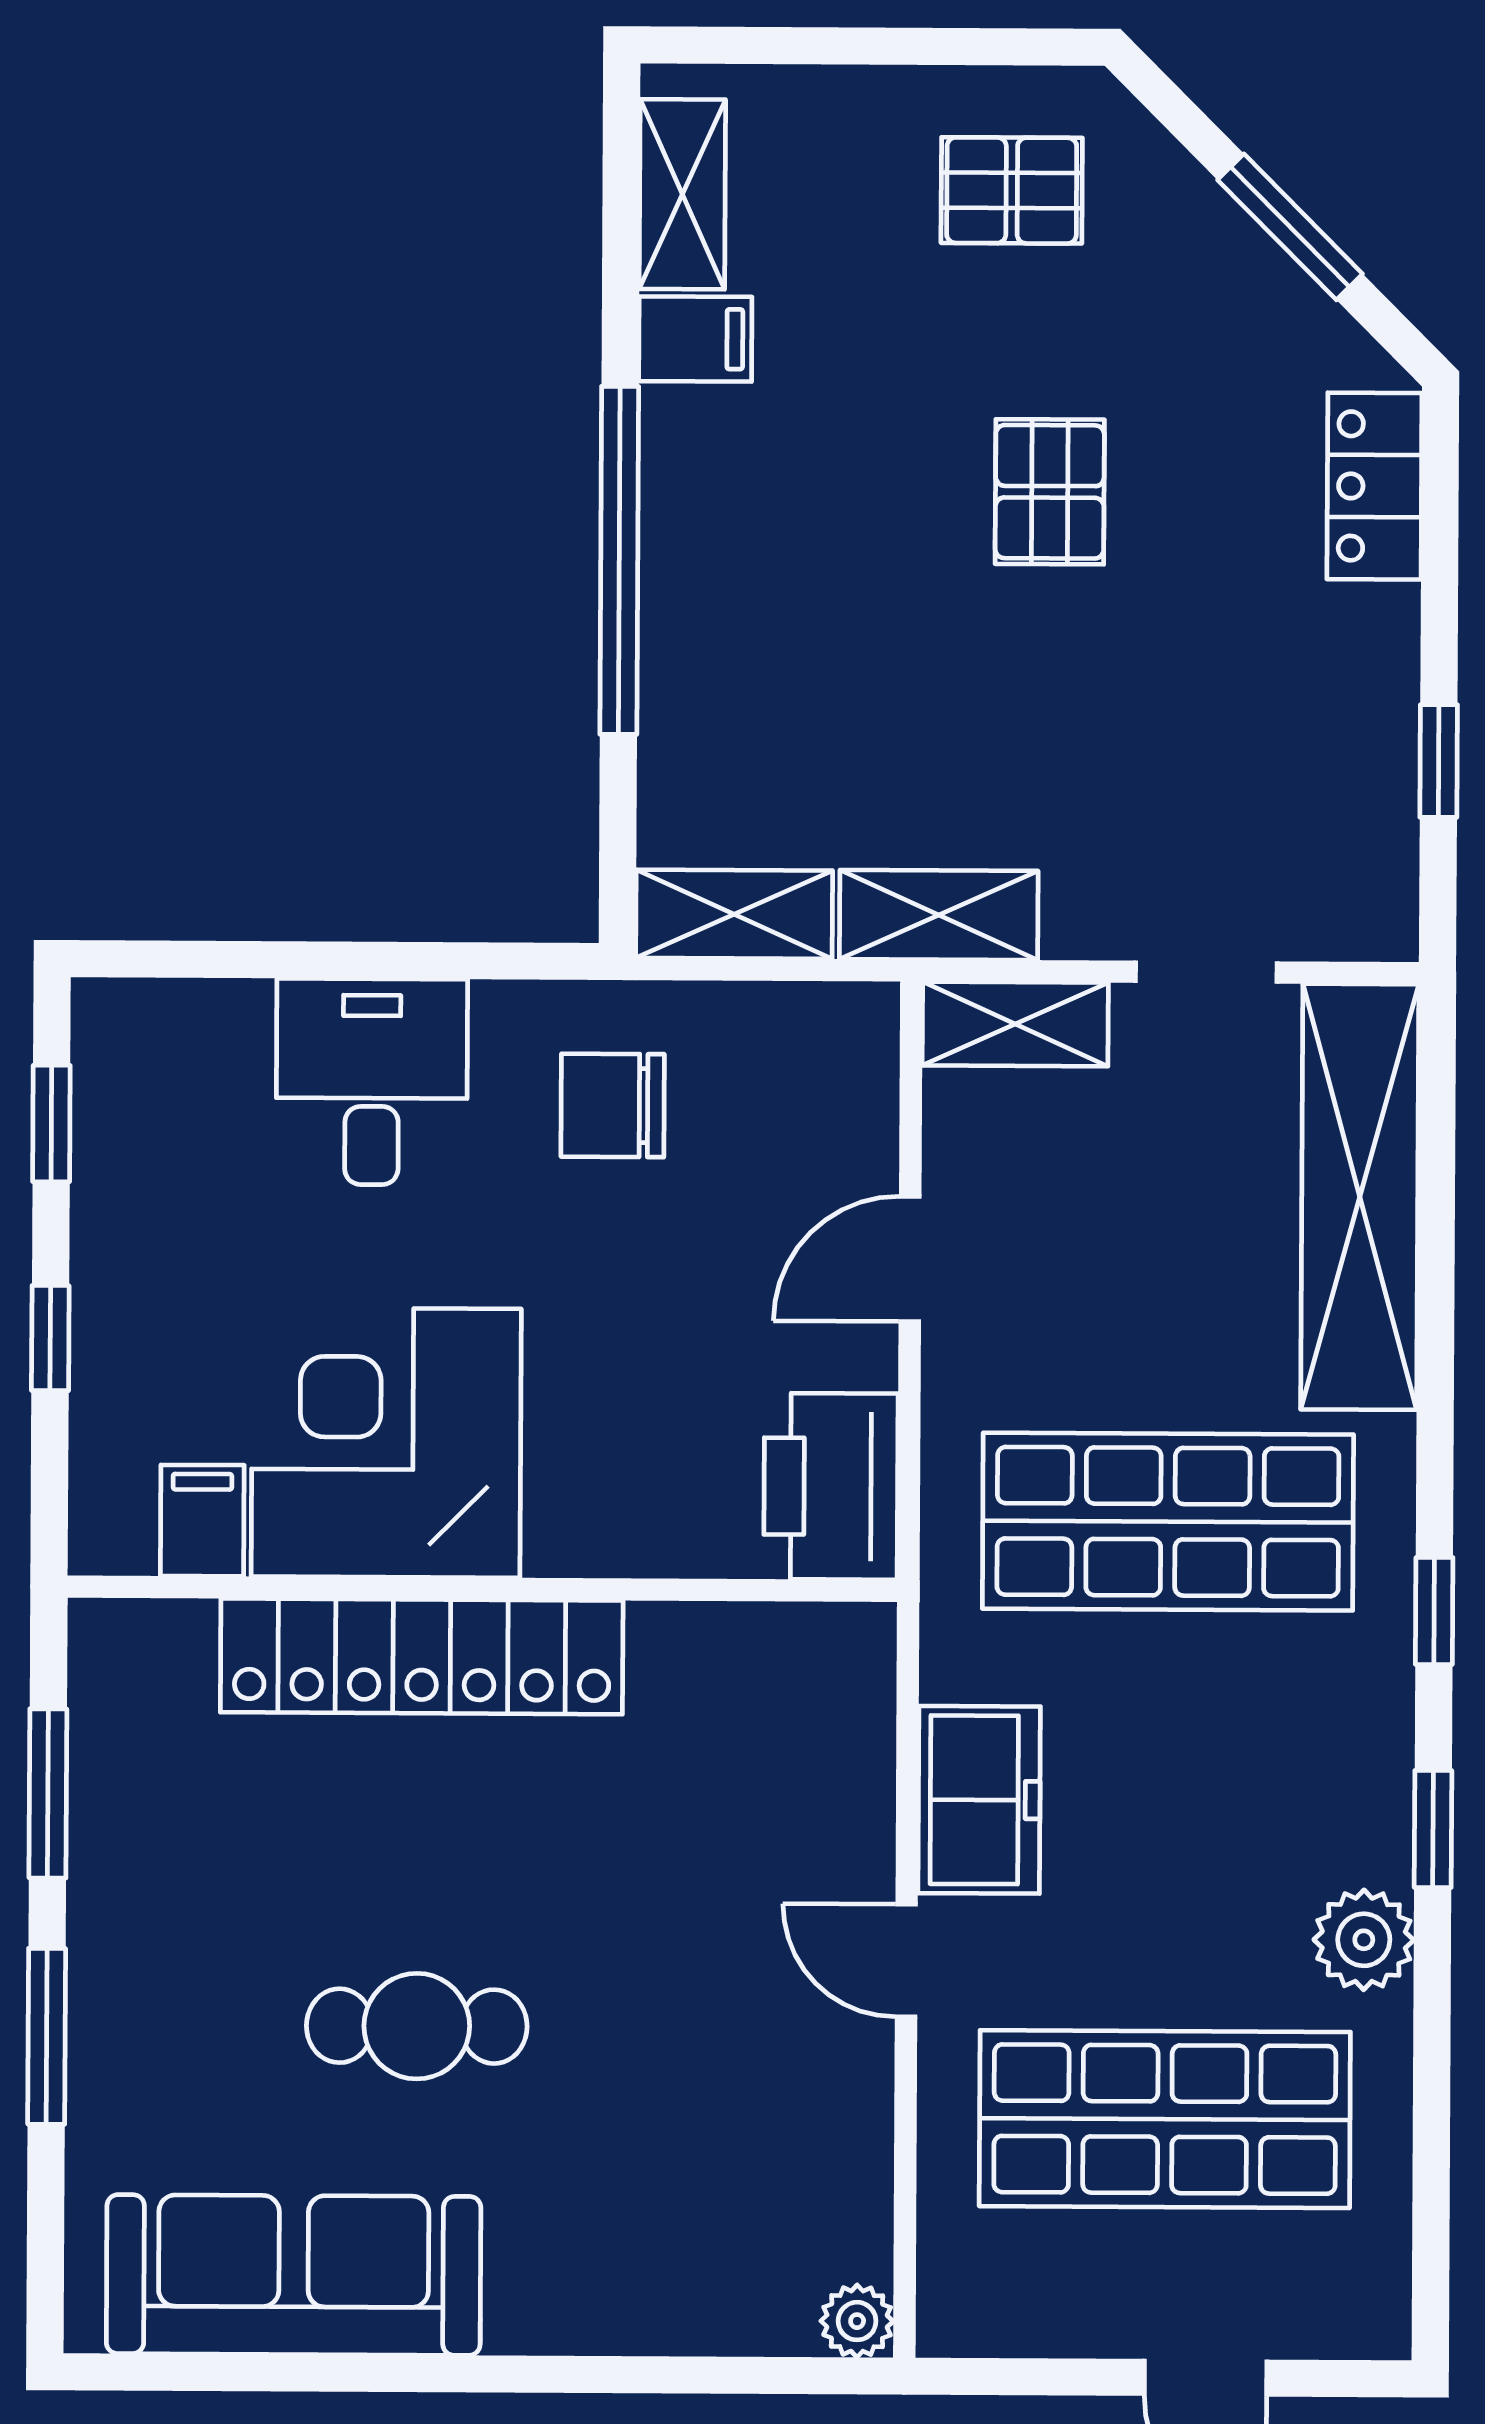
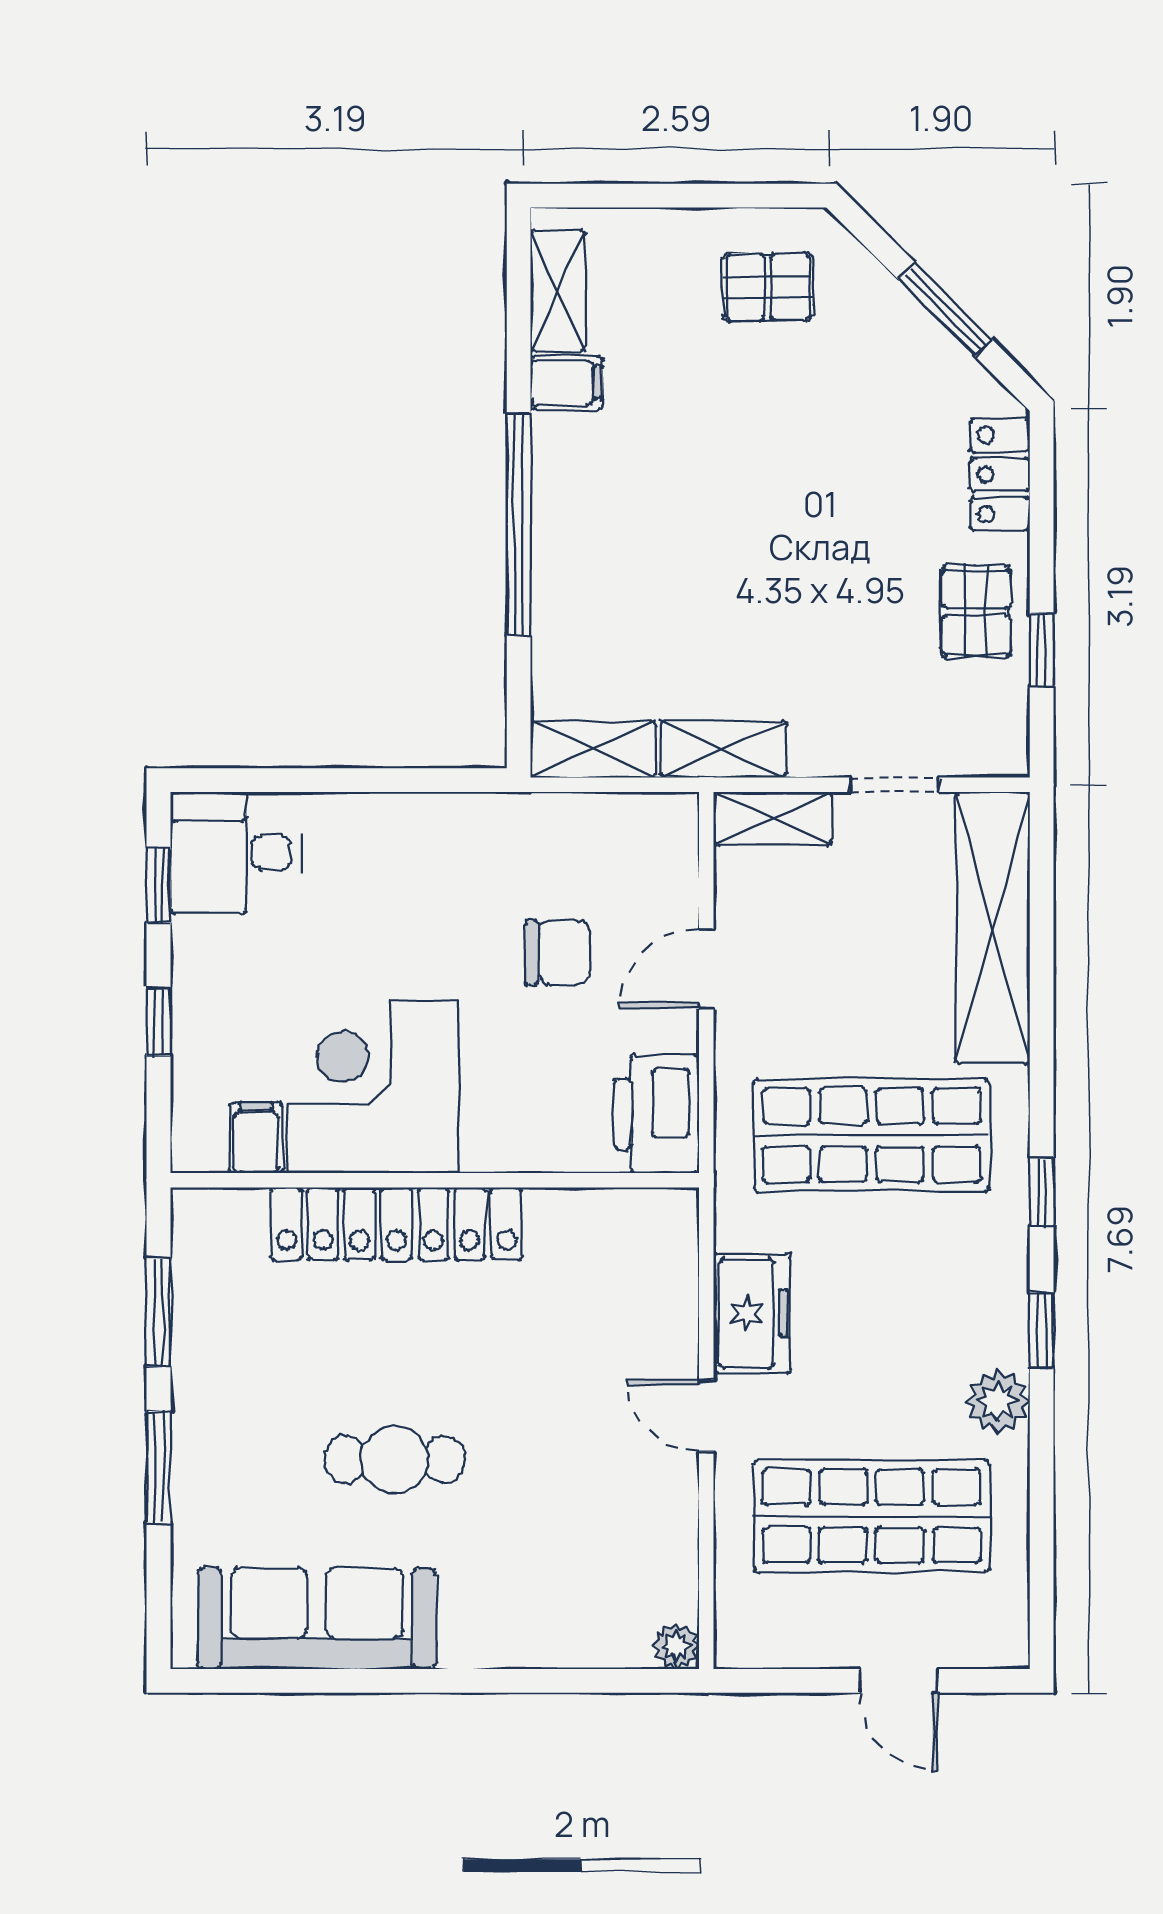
pallet: (1050, 492) -> (976, 612), moved
desk: (372, 1082) -> (236, 853), moved, turned -90
chair: (613, 1105) -> (558, 953), moved, turned 180

